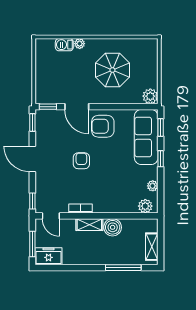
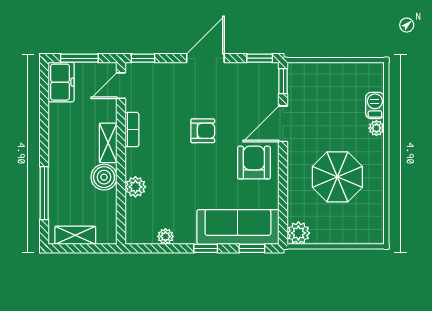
plant: (145, 206) -> (135, 187), moved

